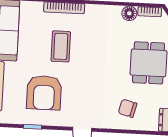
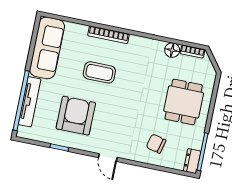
coffee table: (61, 46) -> (99, 72), turned 90
armchair: (44, 93) -> (76, 116), turned 180

